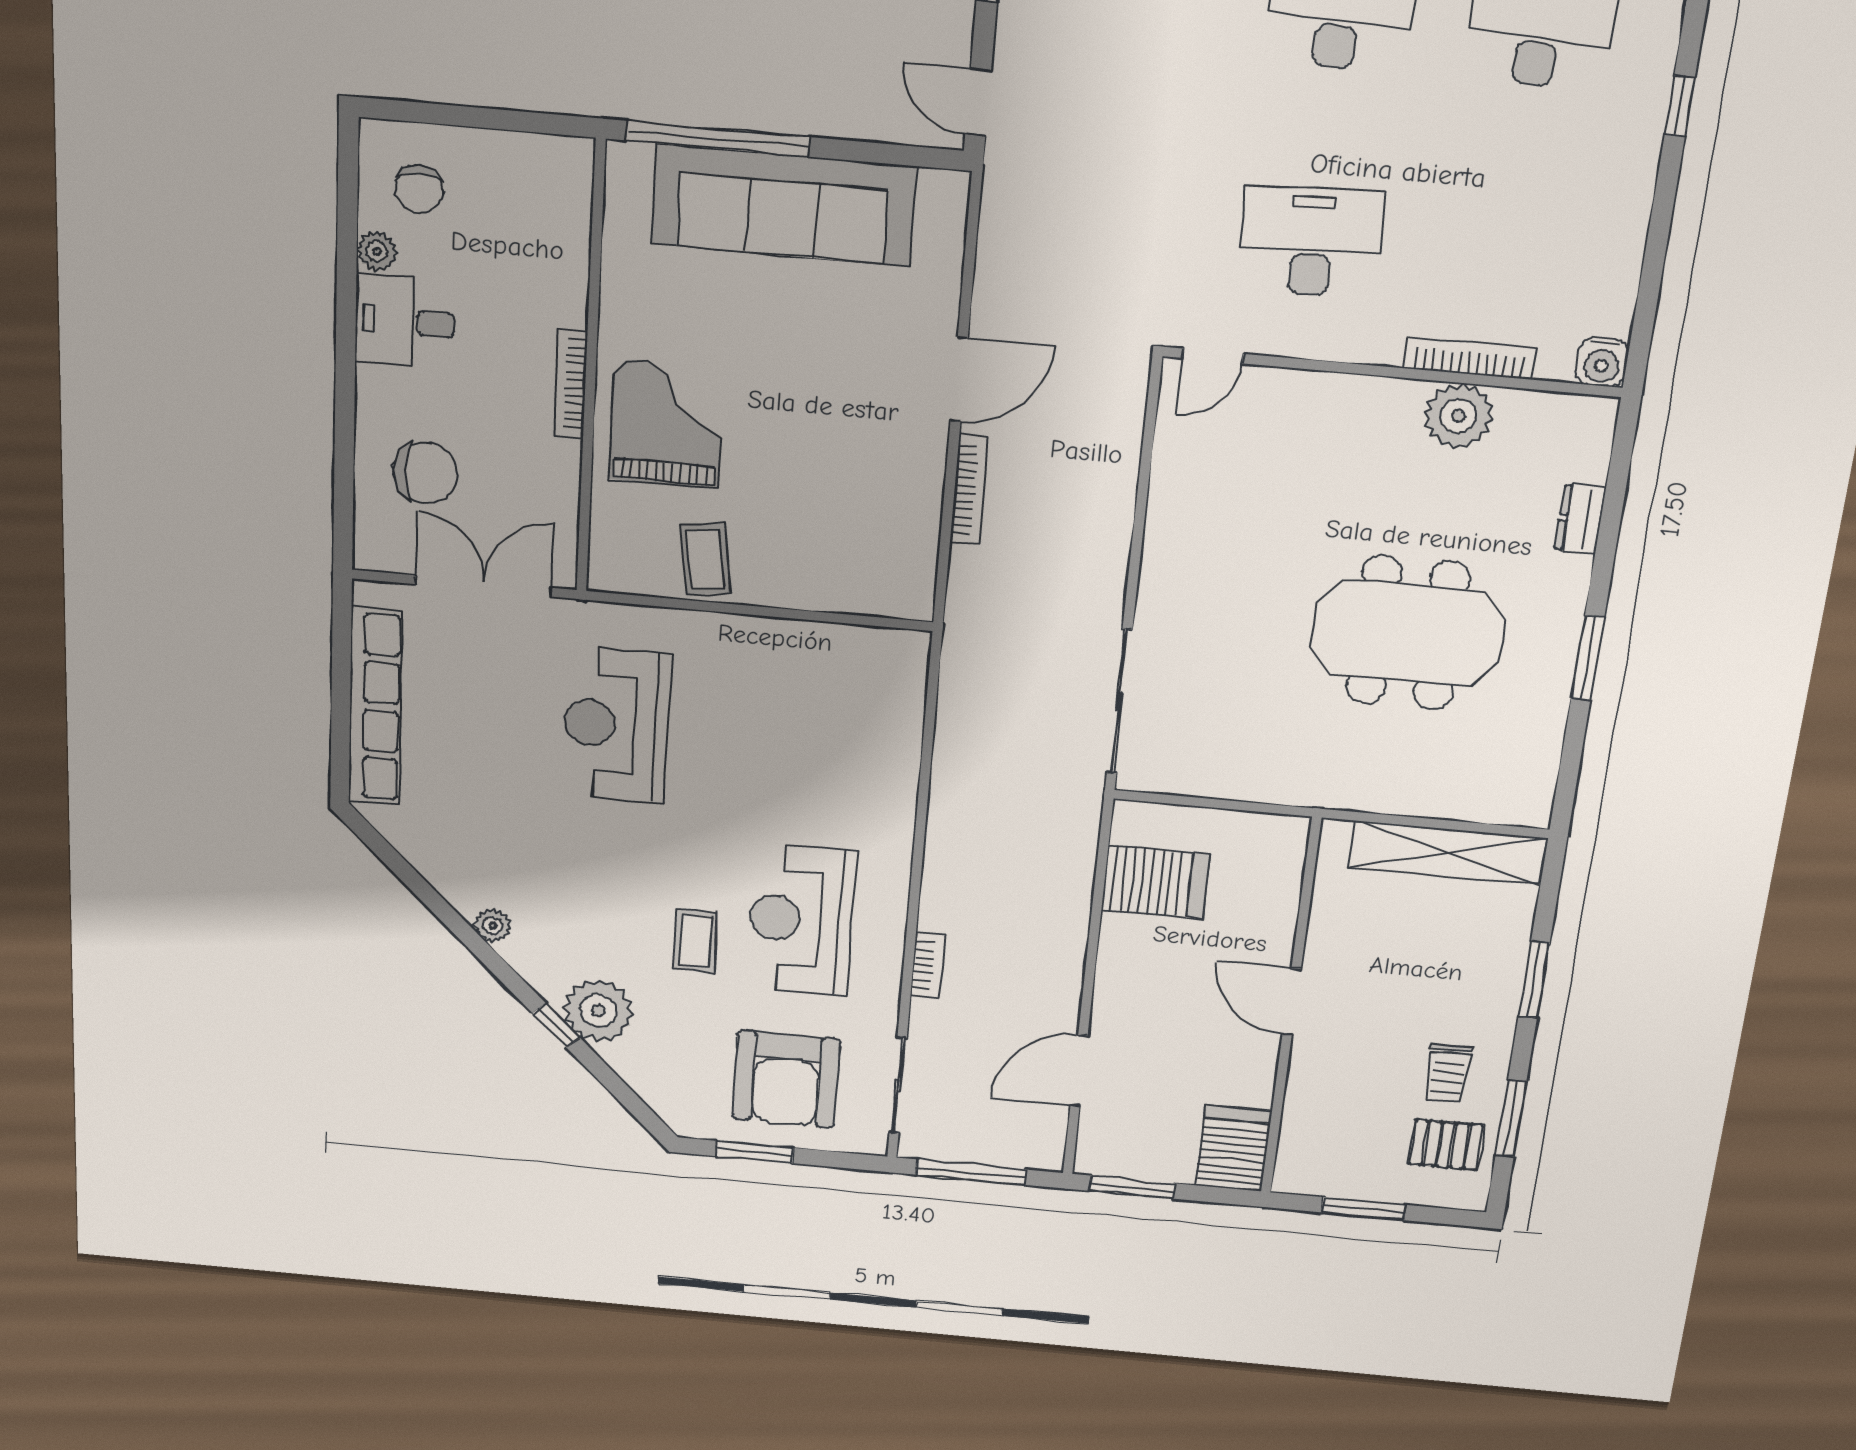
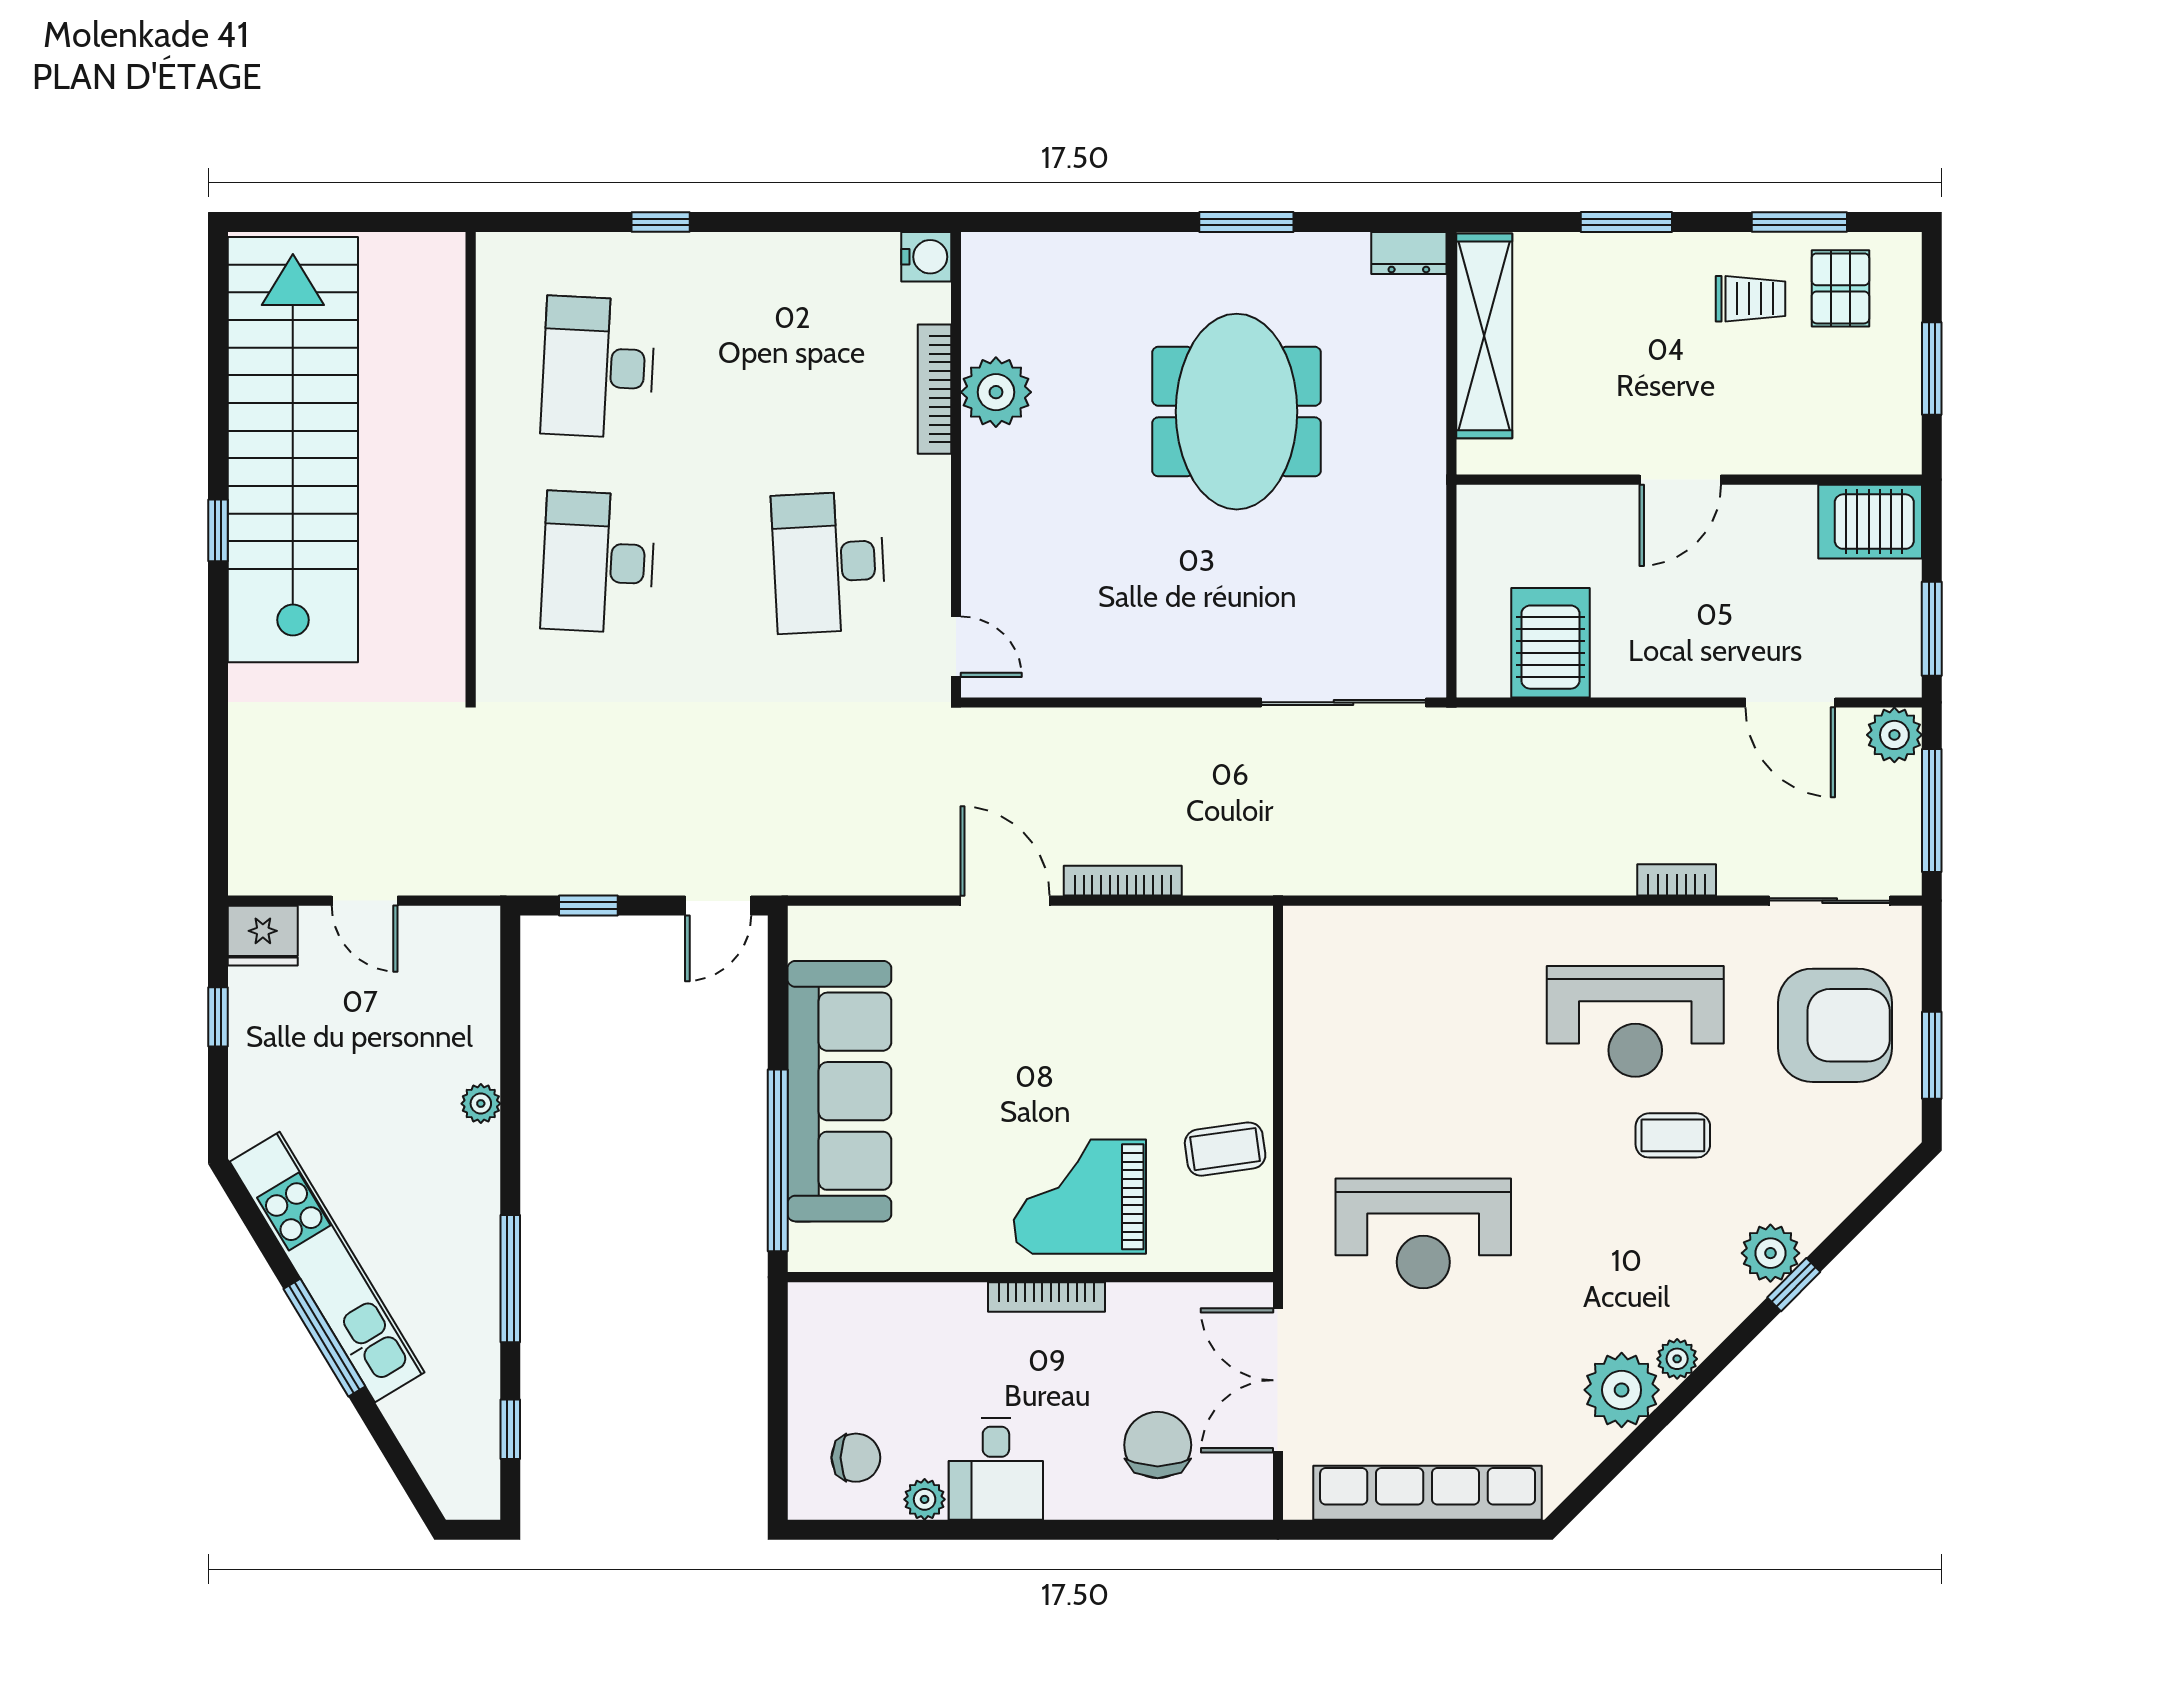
dresser: (1580, 519) -> (1409, 253), moved
plant: (466, 878) -> (1622, 1390), added
plant: (598, 1011) -> (1770, 1253), width x0.73, depth x0.73
plant: (1041, 1150) -> (1894, 735), added

